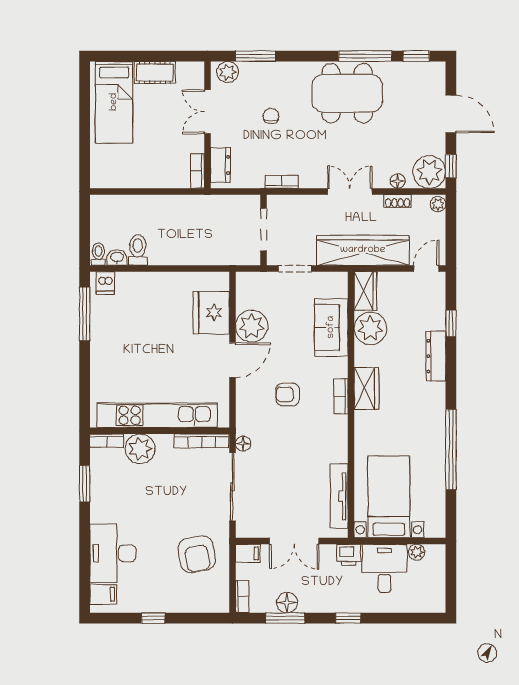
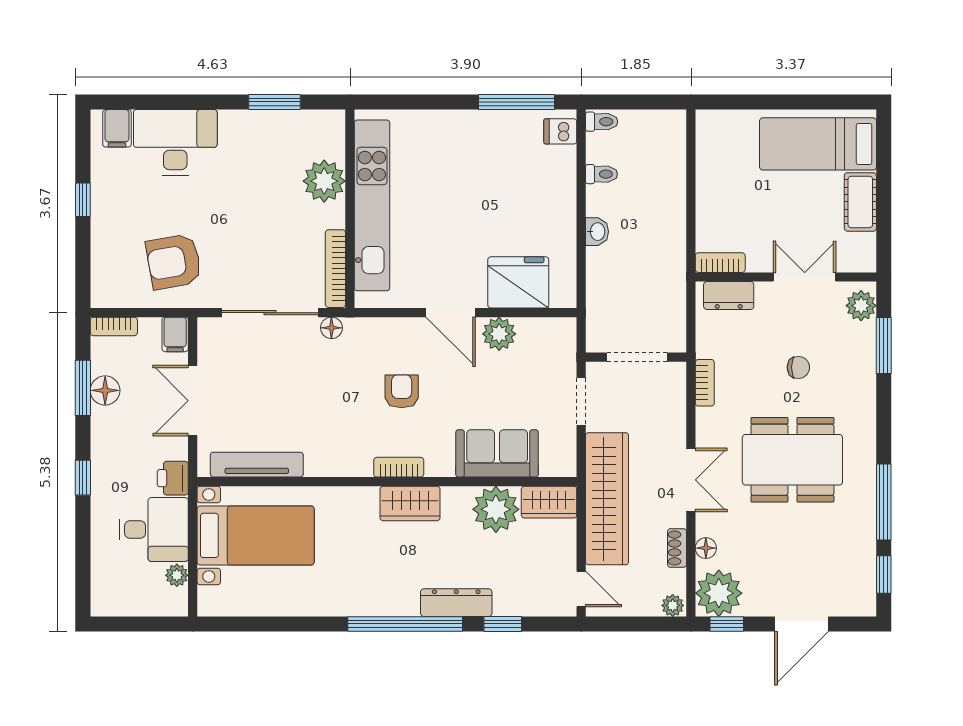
dining table: (347, 93) -> (792, 460), moved, turned 90
toilet: (138, 250) -> (601, 174), width x0.73, depth x0.72
washbasin: (117, 257) -> (597, 232), moved
plant: (252, 326) -> (499, 334), width x0.73, depth x0.73
bookcase: (107, 441) -> (336, 133), removed
window: (451, 449) -> (405, 624), moved

